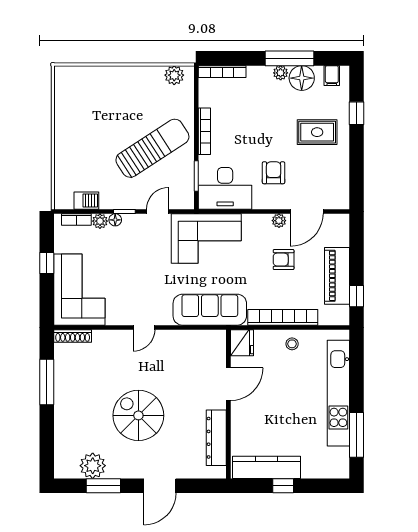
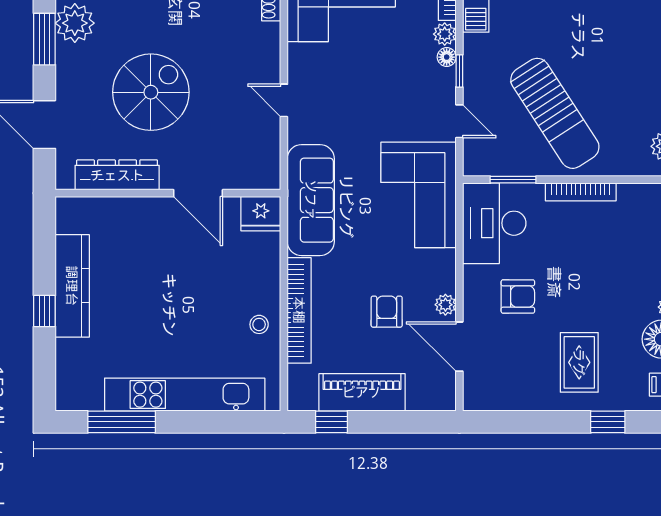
fridge: (242, 343) -> (261, 214), moved
door: (228, 384) -> (198, 193), moved
wall: (228, 404) -> (168, 193), moved
dresser: (216, 438) -> (117, 175), moved

